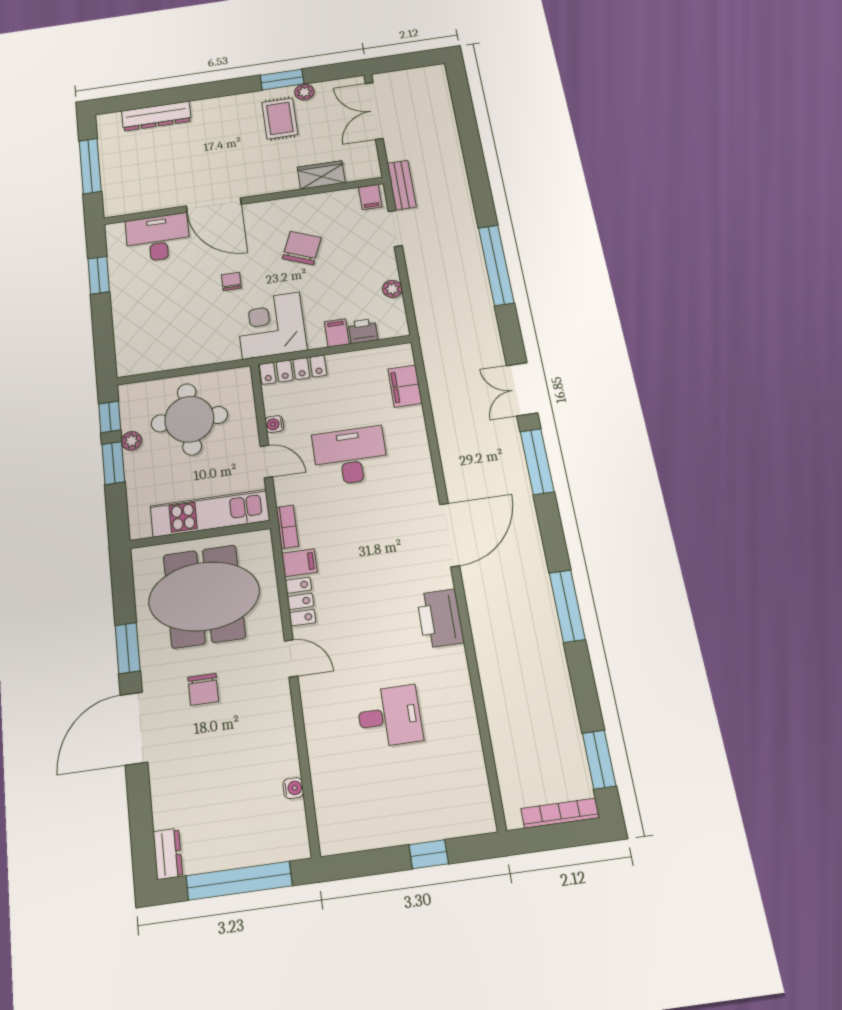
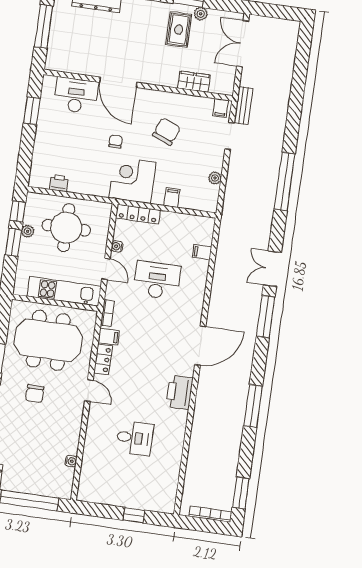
printer: (363, 331) -> (59, 183), moved
filing cabinet: (405, 386) -> (202, 252), width x0.50

